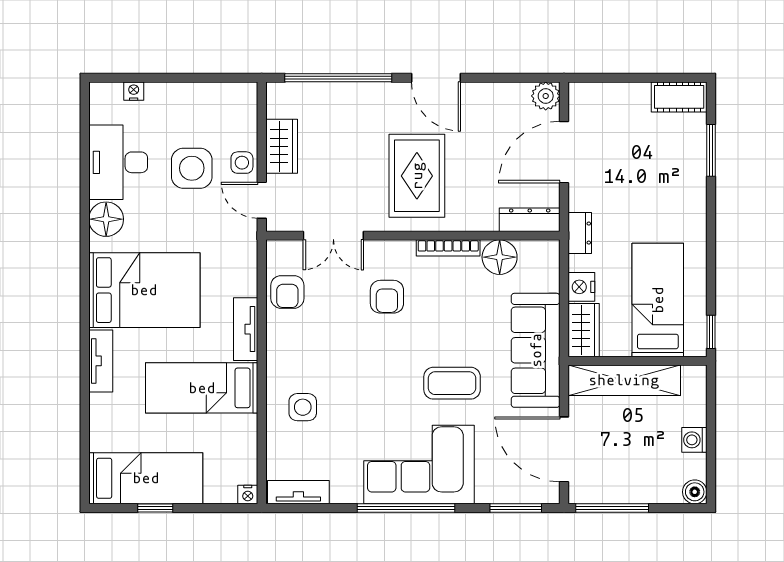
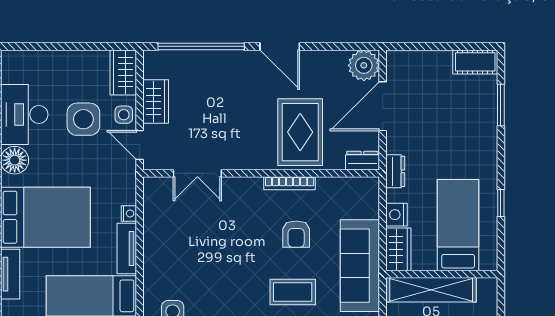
nightstand: (134, 91) -> (129, 214), moved, turned 90
plant: (546, 96) -> (364, 65), width x1.36, depth x1.36
wardrobe: (241, 110) -> (123, 72), added
rug: (417, 176) -> (300, 132), moved
dresser: (530, 220) -> (362, 161), width x0.70
floor lamp: (500, 257) -> (331, 191), removed
armchair: (287, 292) -> (160, 219), removed
armchair: (387, 297) -> (296, 234), moved
window: (711, 332) -> (501, 203), moved

